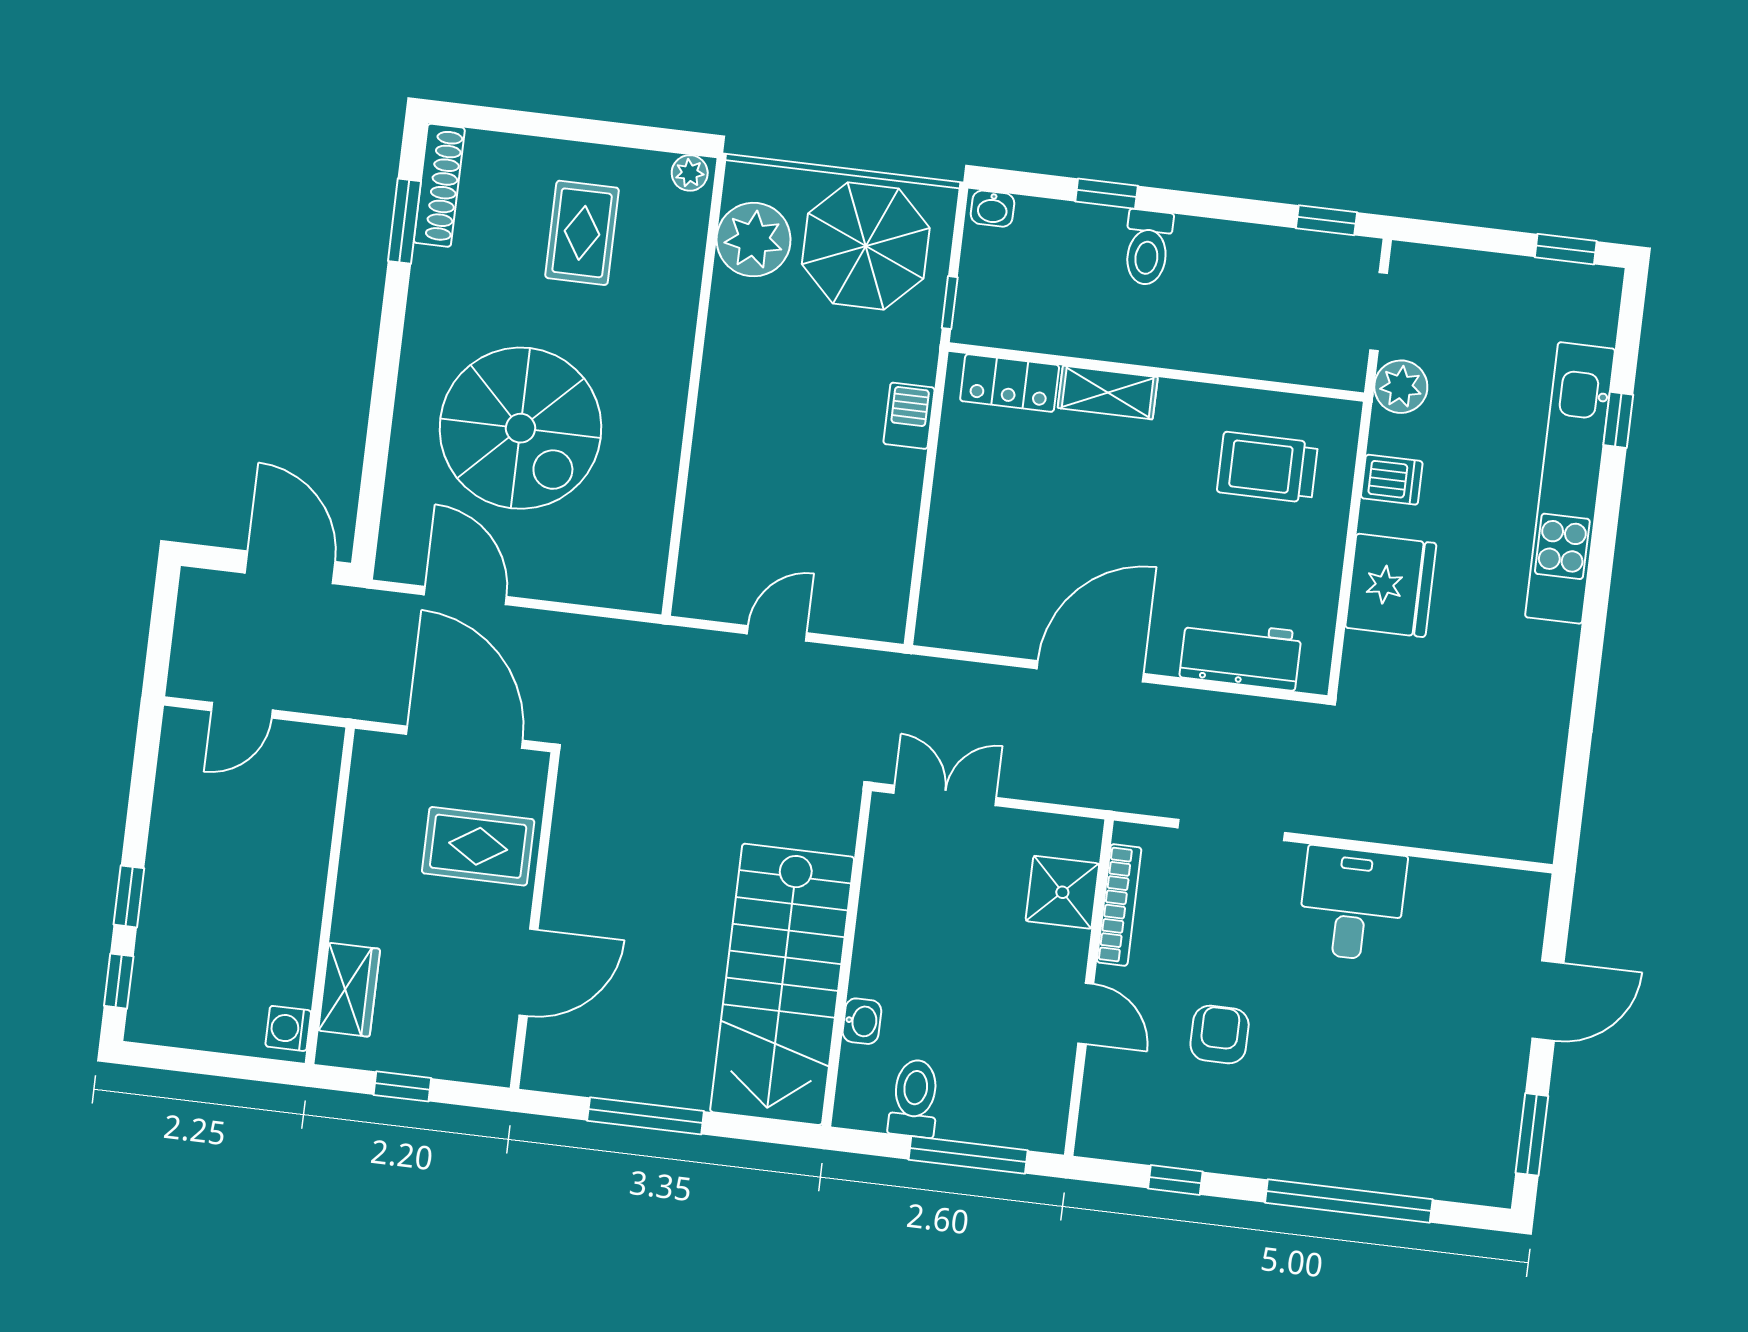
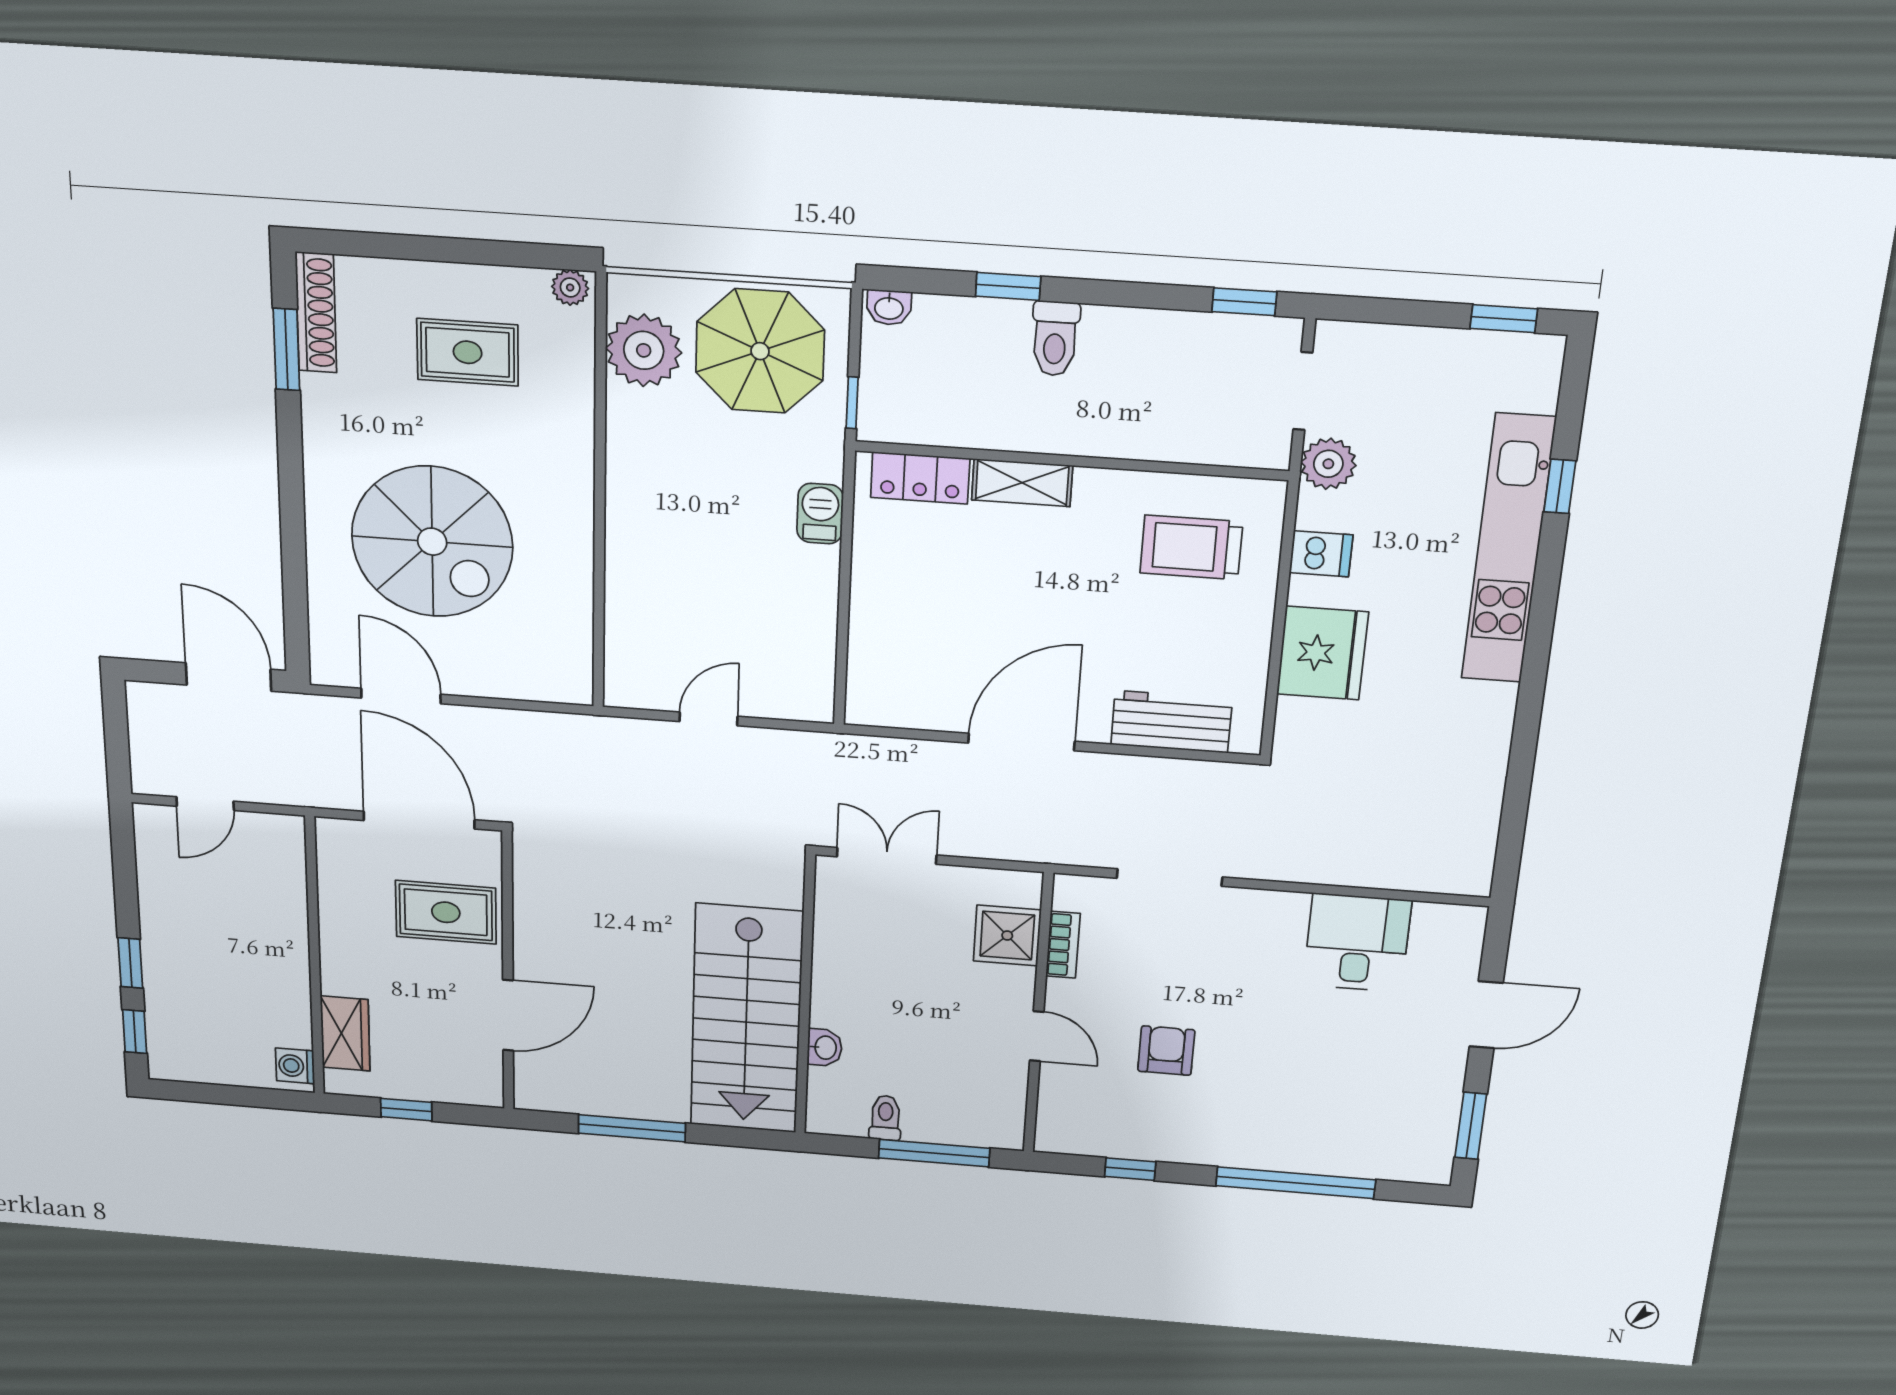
rug: (582, 233) -> (468, 352), turned 90
desk: (1352, 904) -> (1357, 943), moved
bookcase: (1119, 905) -> (1063, 945), width x0.64
toilet: (914, 1098) -> (885, 1118), width x0.73, depth x0.72

